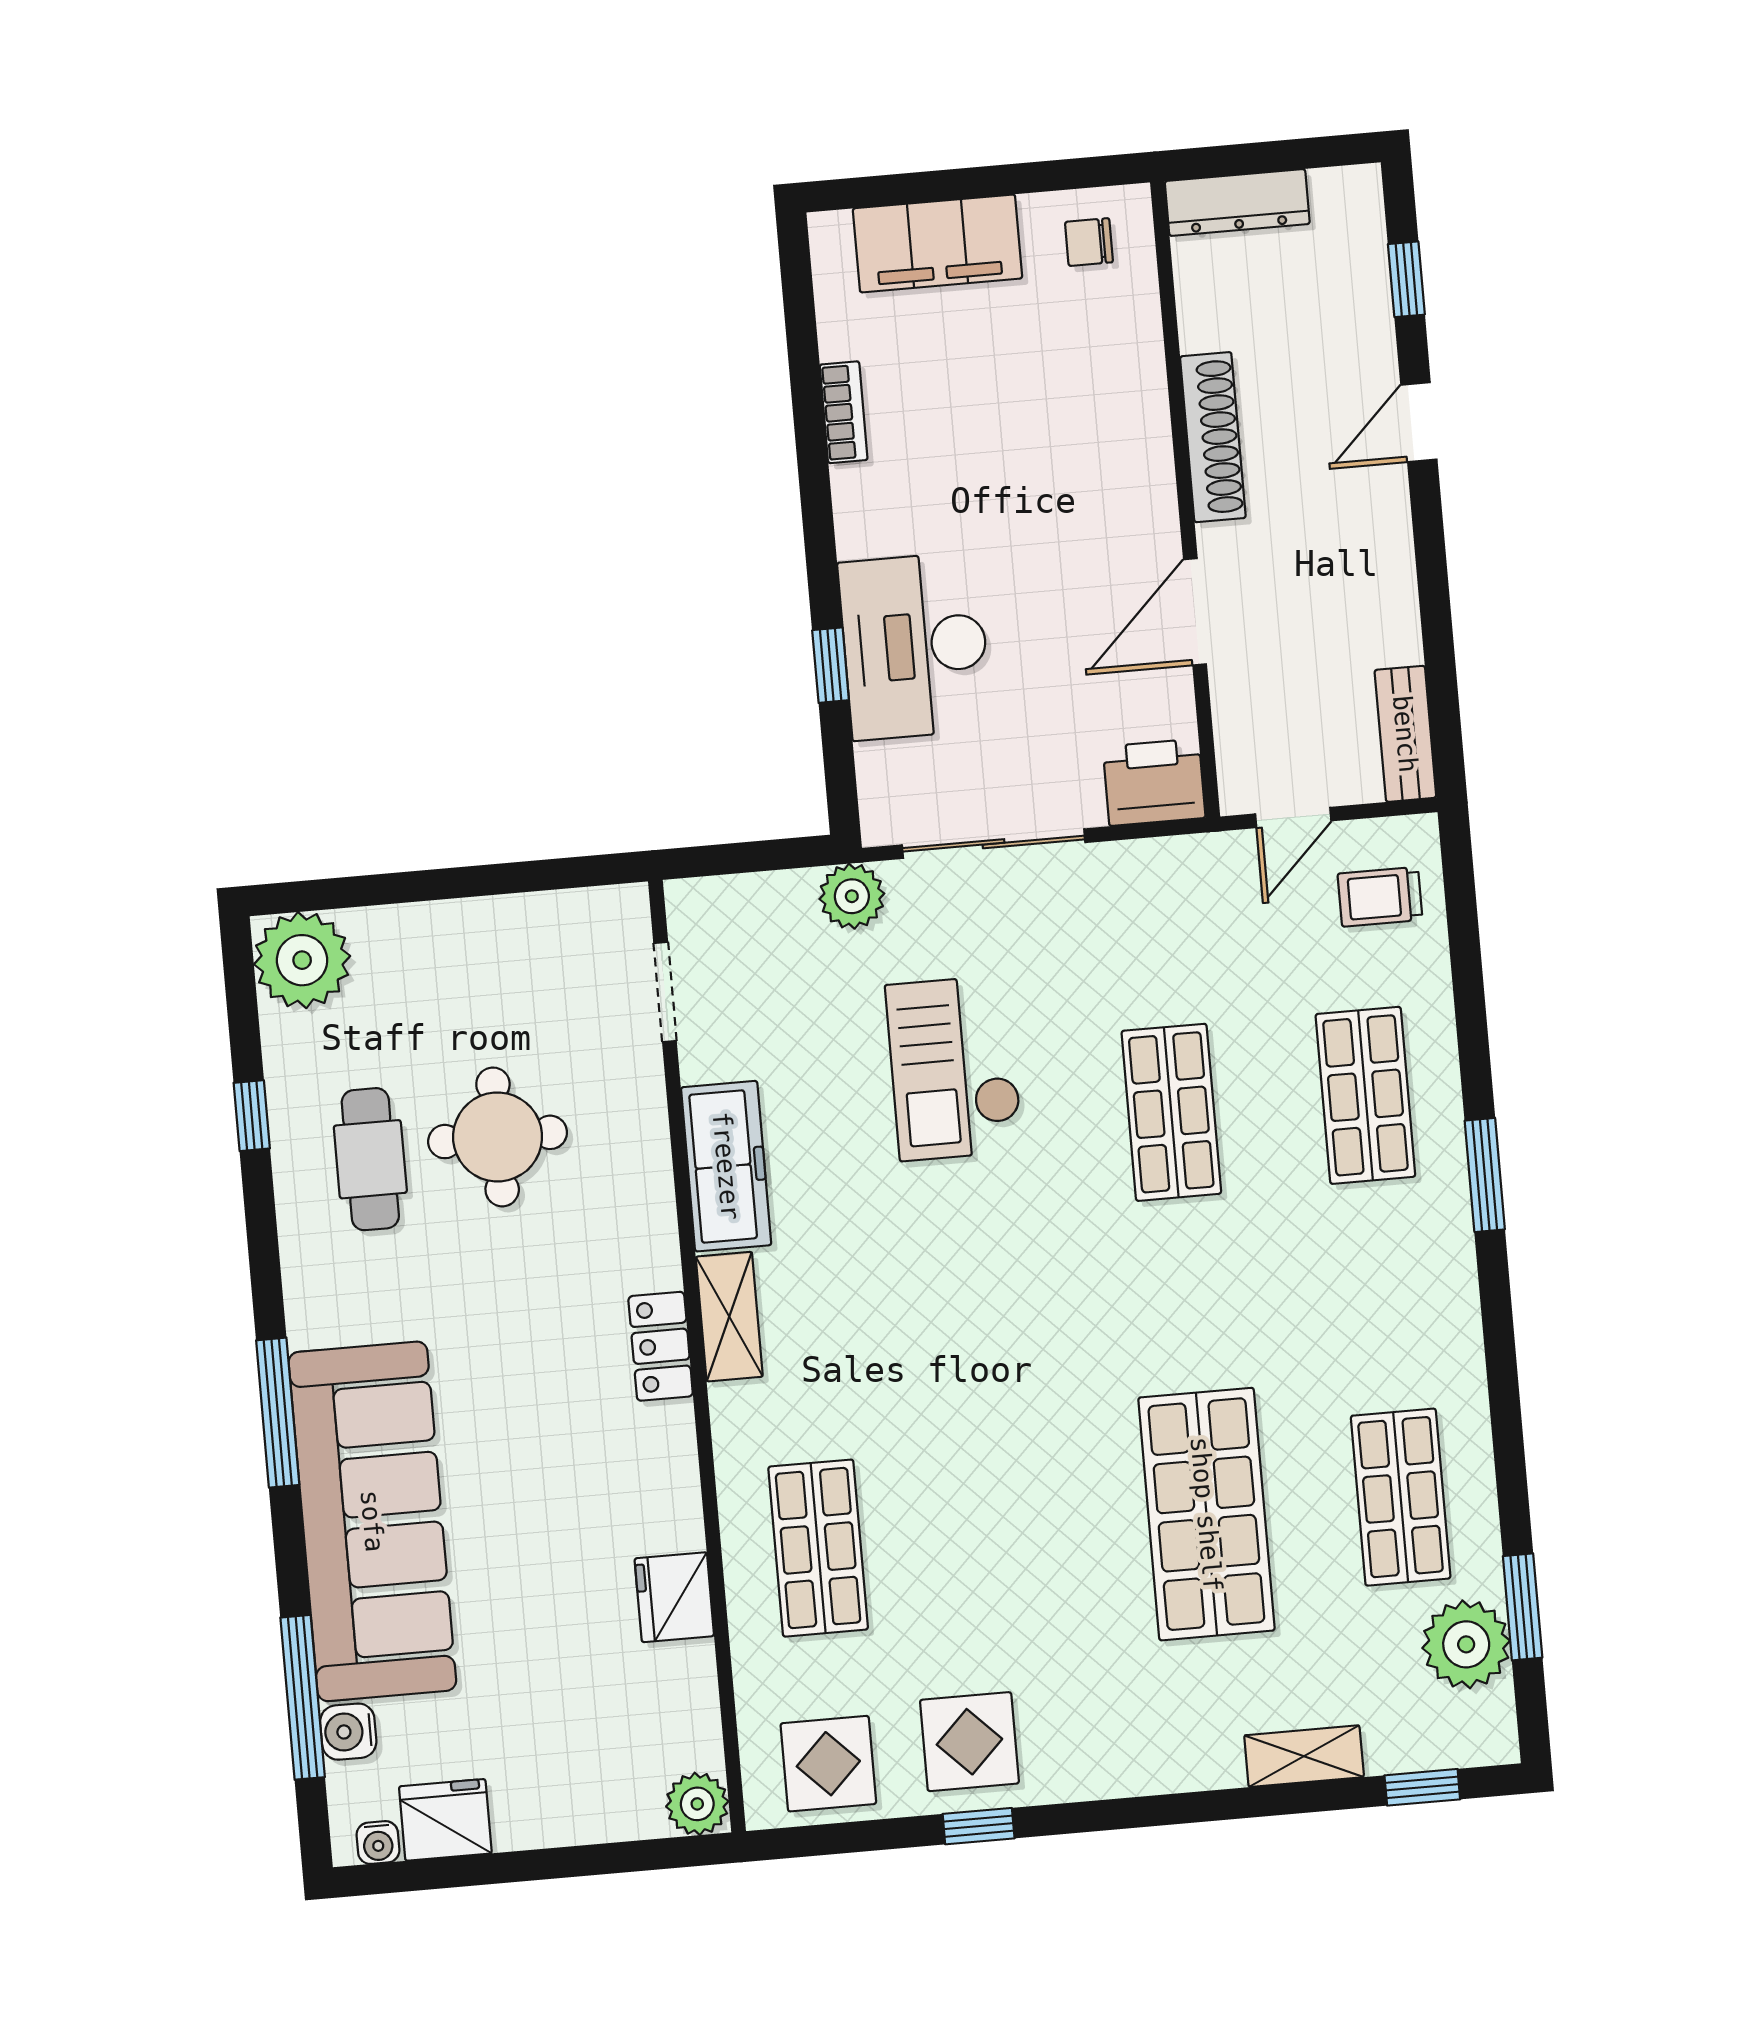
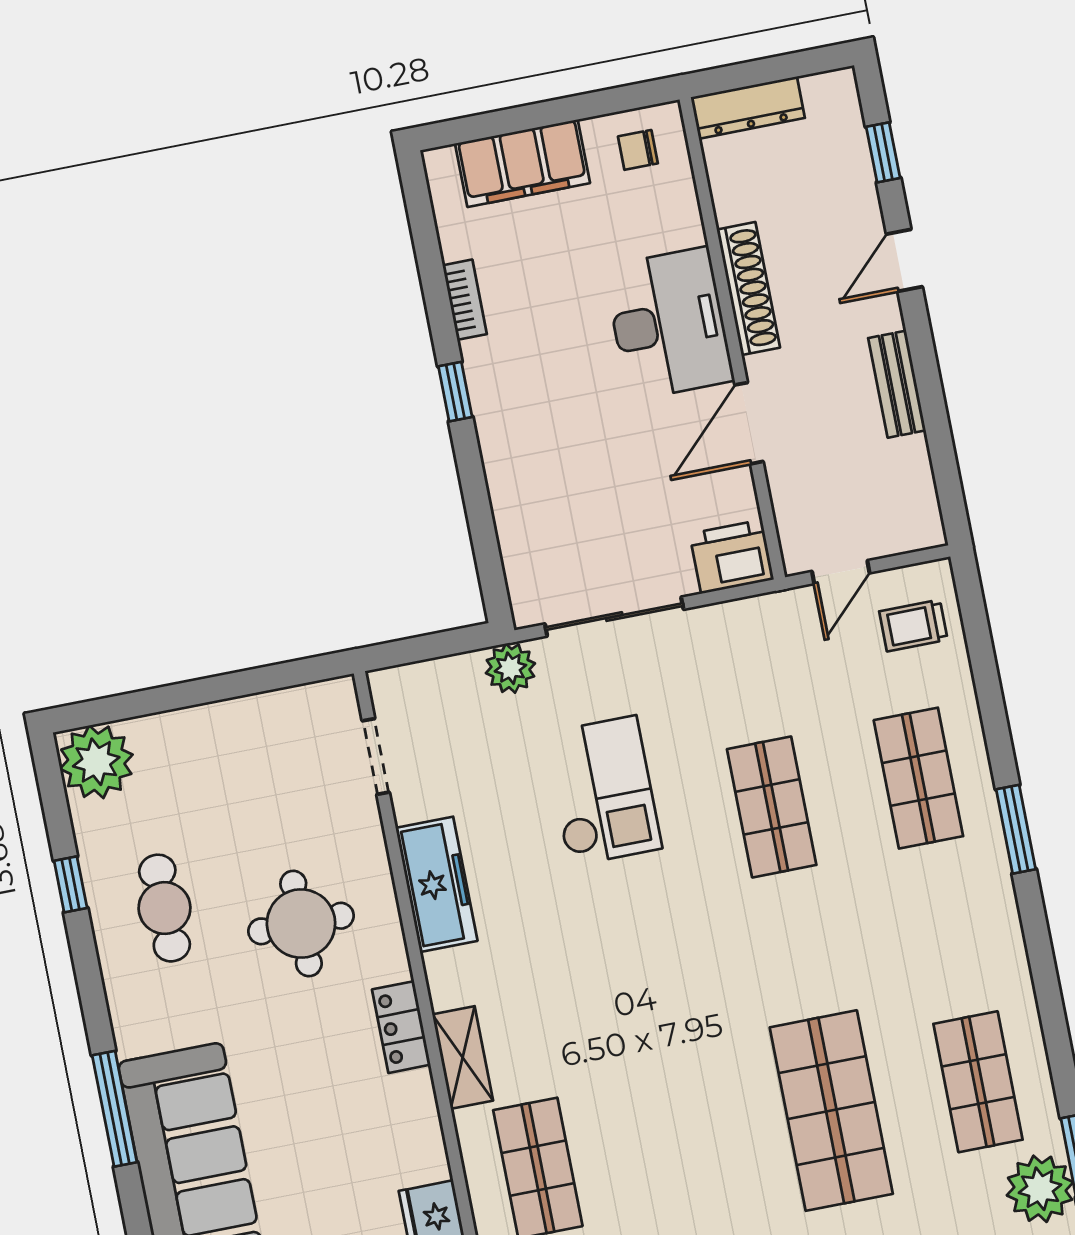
desk: (915, 646) -> (669, 324), moved, turned 180
window: (831, 665) -> (455, 392), moved
bench: (1405, 734) -> (897, 384), moved
checkout: (954, 1068) -> (603, 791), turned 180
round table: (498, 1137) -> (301, 924), moved
shelving: (729, 1317) -> (463, 1057), moved

